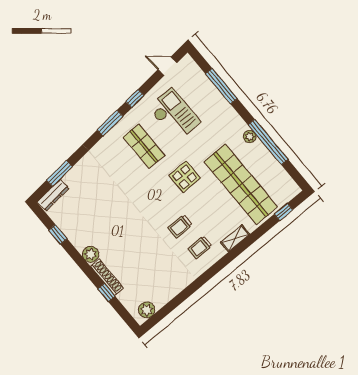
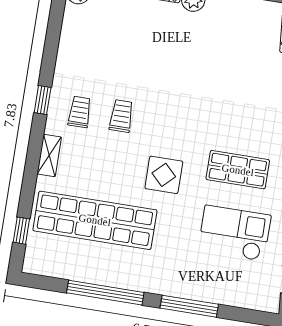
window: (221, 86) -> (189, 306), moved
checkout: (174, 115) -> (234, 233), turned 180
plant: (250, 137) -> (131, 281), removed
window: (214, 270) -> (43, 100), added

